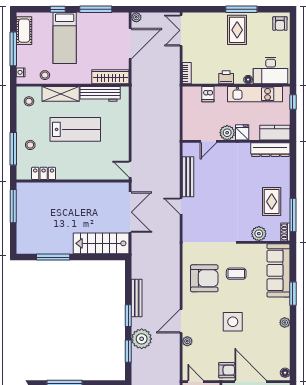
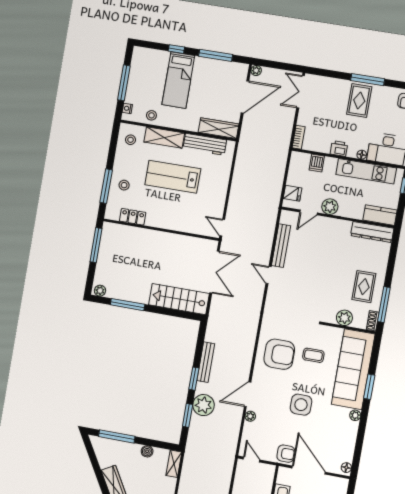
cot: (24, 31) -> (138, 66), removed
lab bench: (75, 129) -> (173, 177), turned 180
fridge: (242, 132) -> (293, 193), moved, turned 90
plant: (25, 248) -> (100, 291), added
sofa: (278, 270) -> (353, 369), width x1.36, depth x1.27

